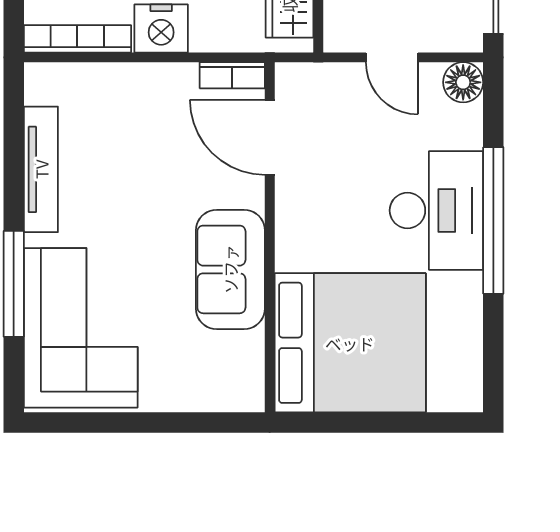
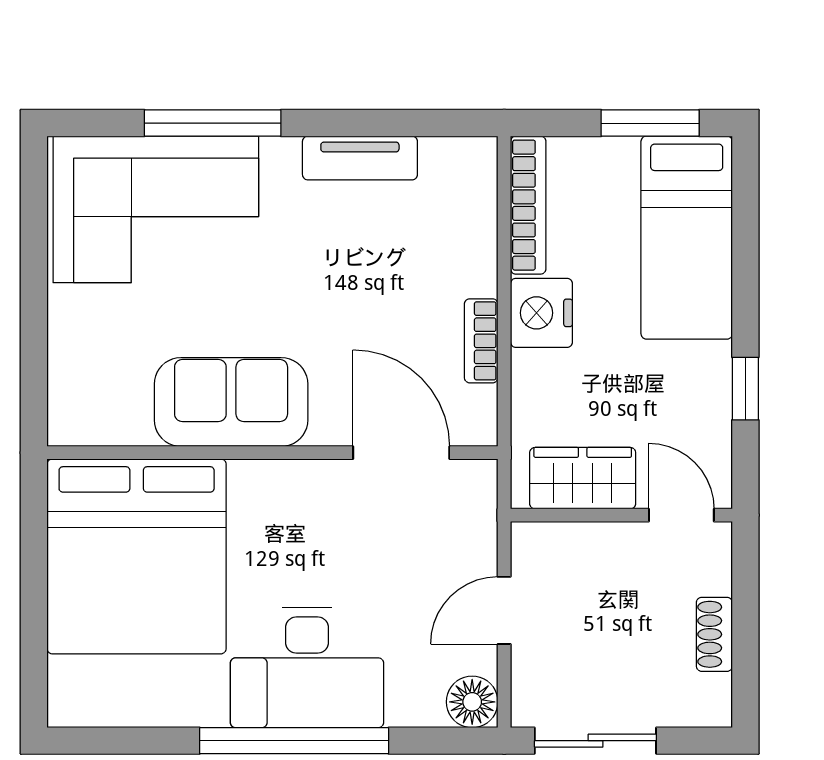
bookcase: (232, 75) -> (481, 341), moved
door: (270, 137) -> (401, 453), hinge flipped
tv unit: (41, 169) -> (360, 158), width x0.71

